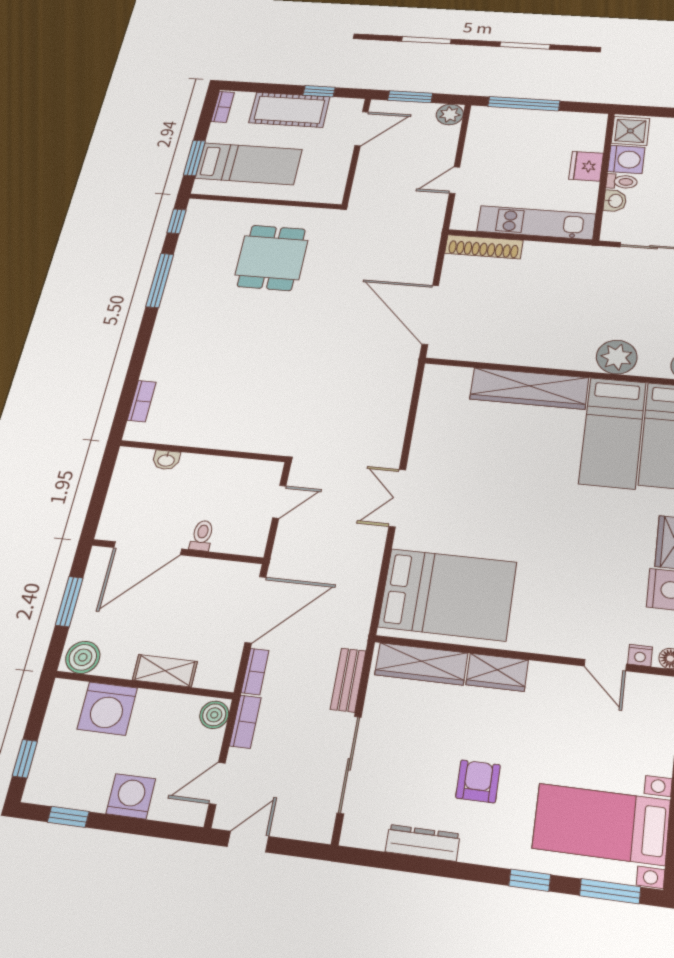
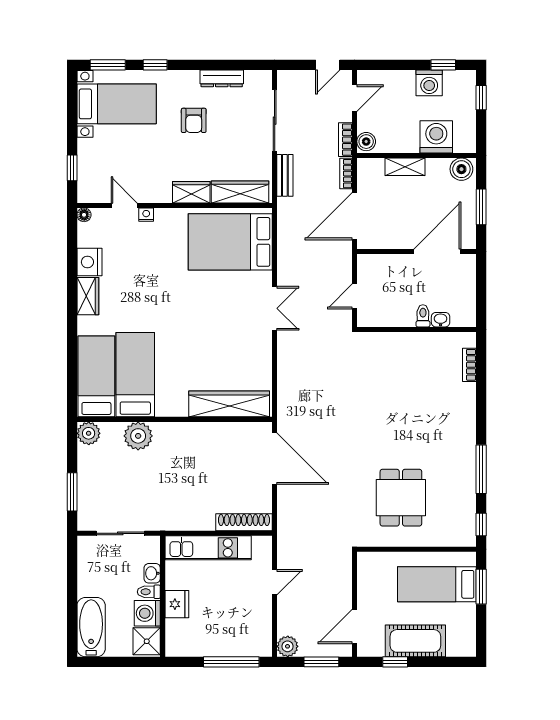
bookcase: (223, 107) -> (470, 640), removed
wardrobe: (529, 388) -> (229, 404), moved
toilet: (202, 536) -> (423, 316), moved, turned 180
nightstand: (640, 655) -> (146, 215), moved
washing machine: (131, 796) -> (429, 83), moved

